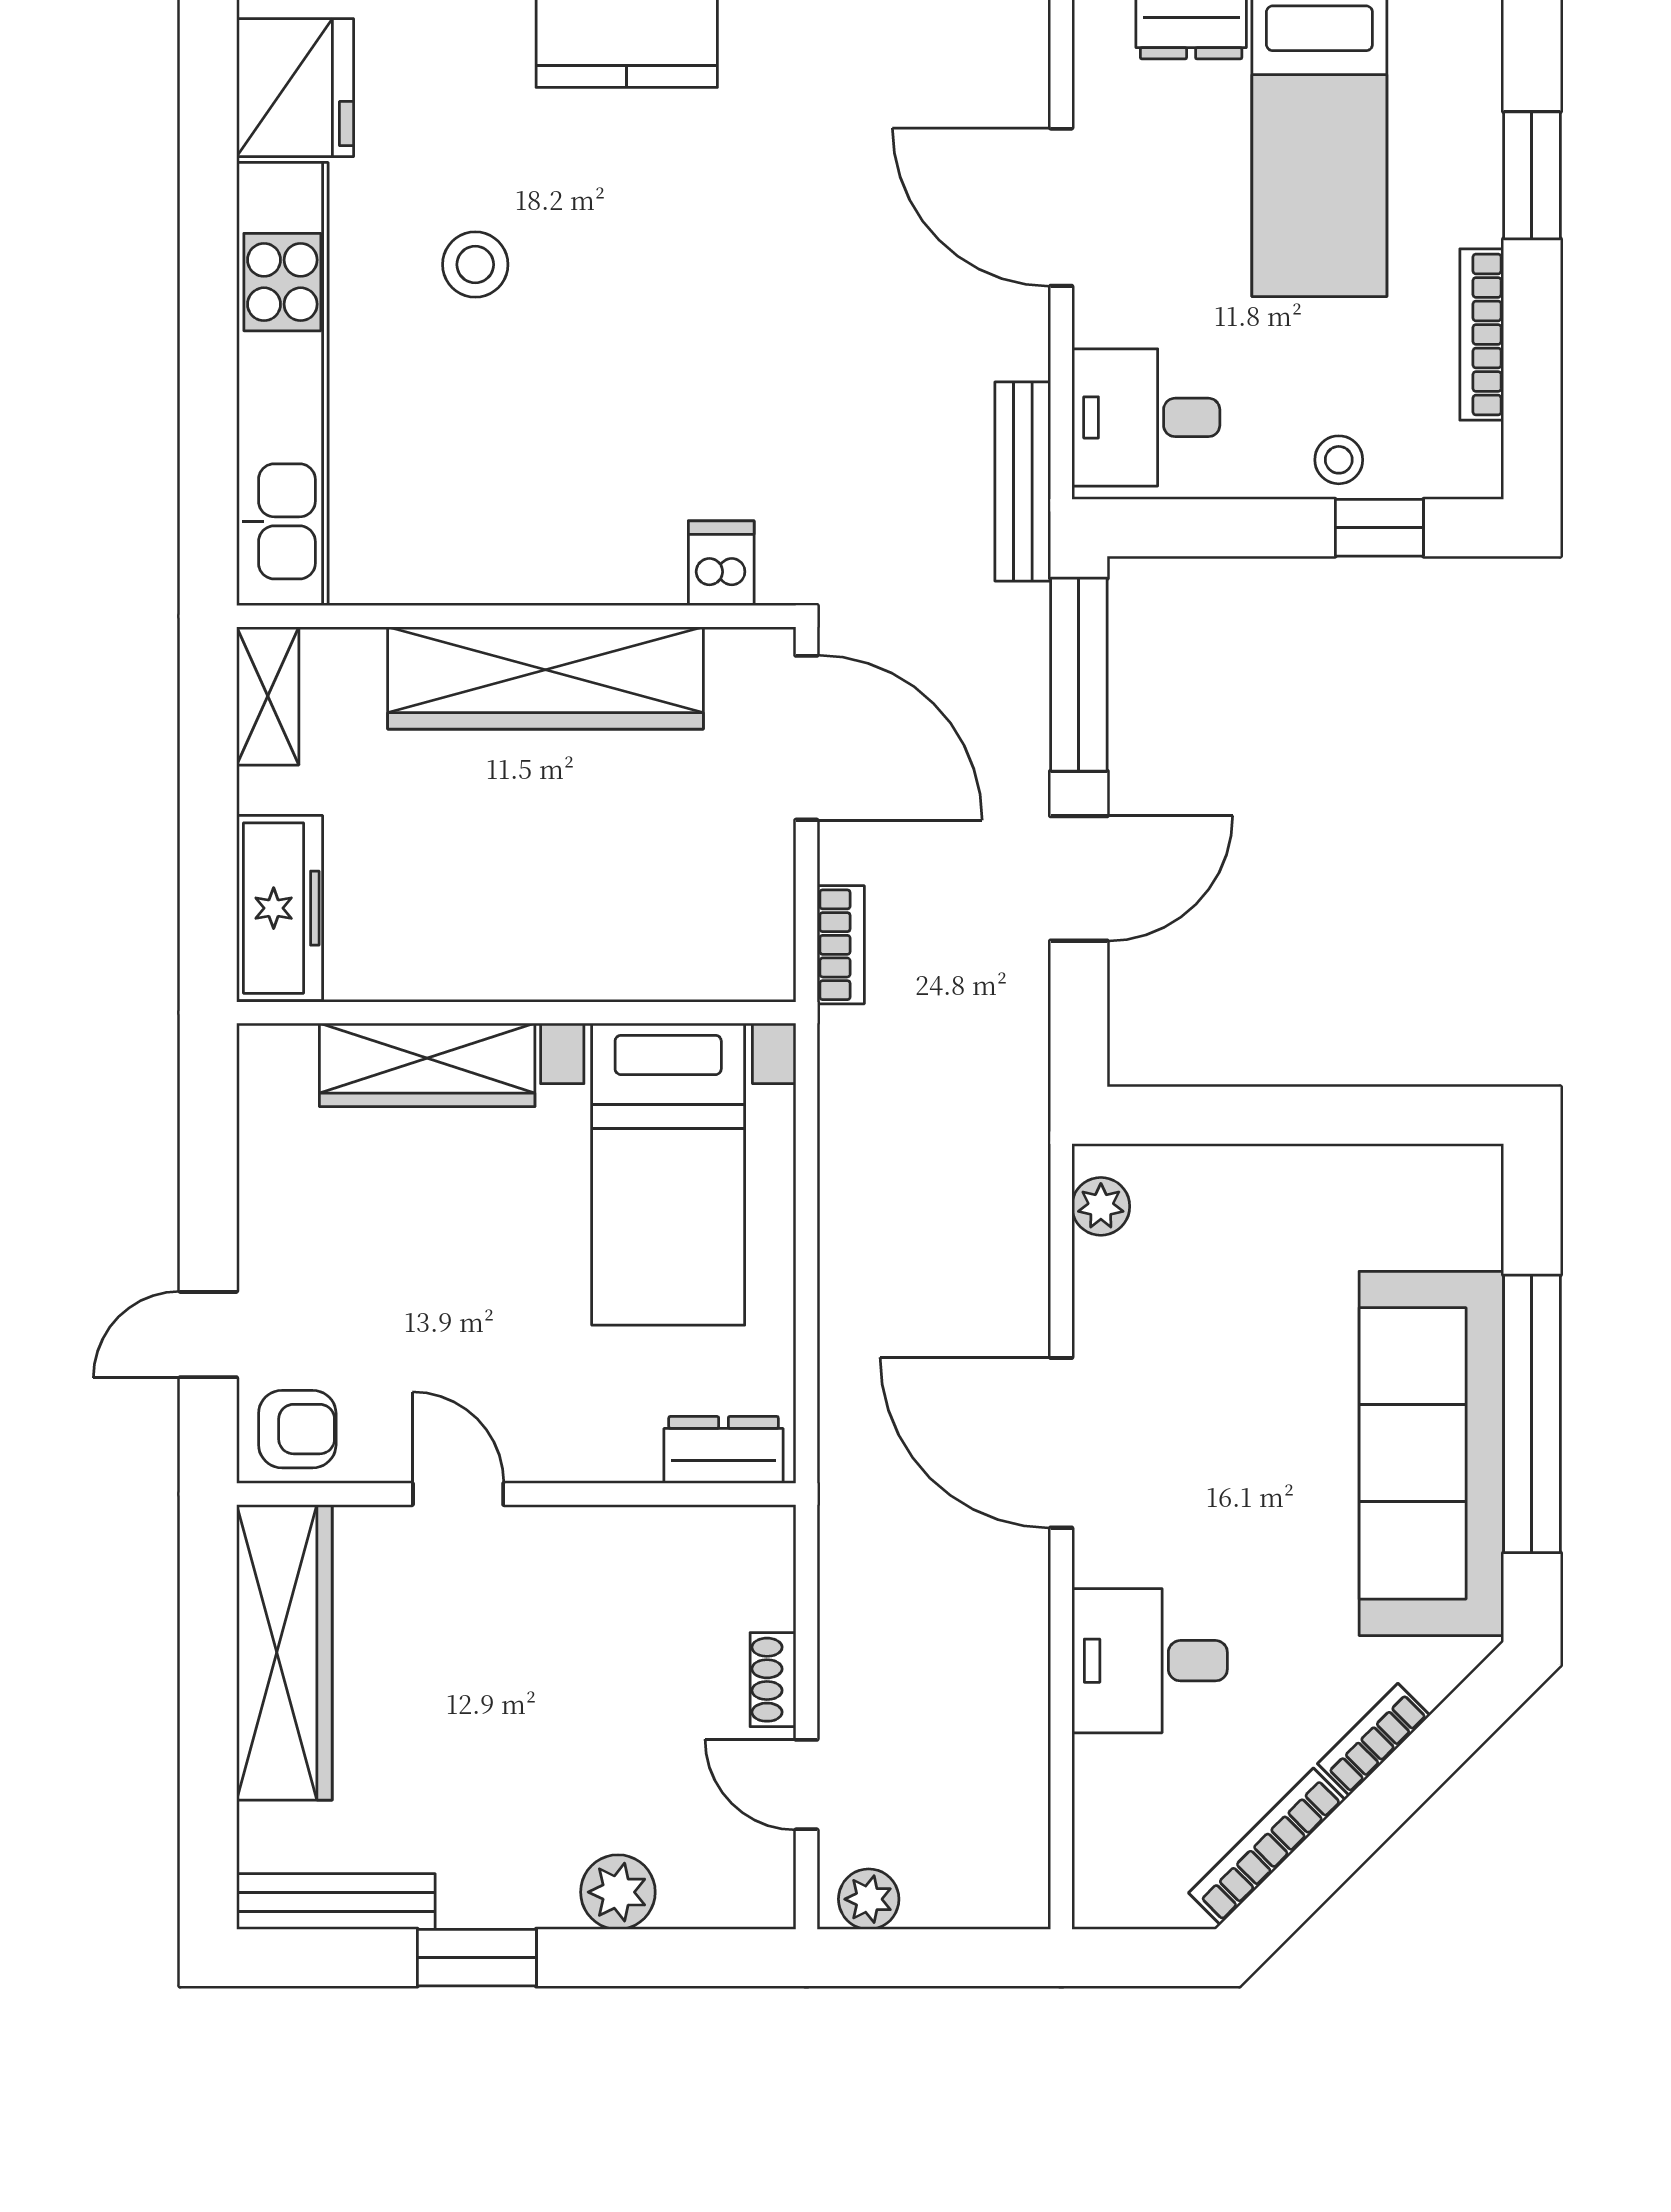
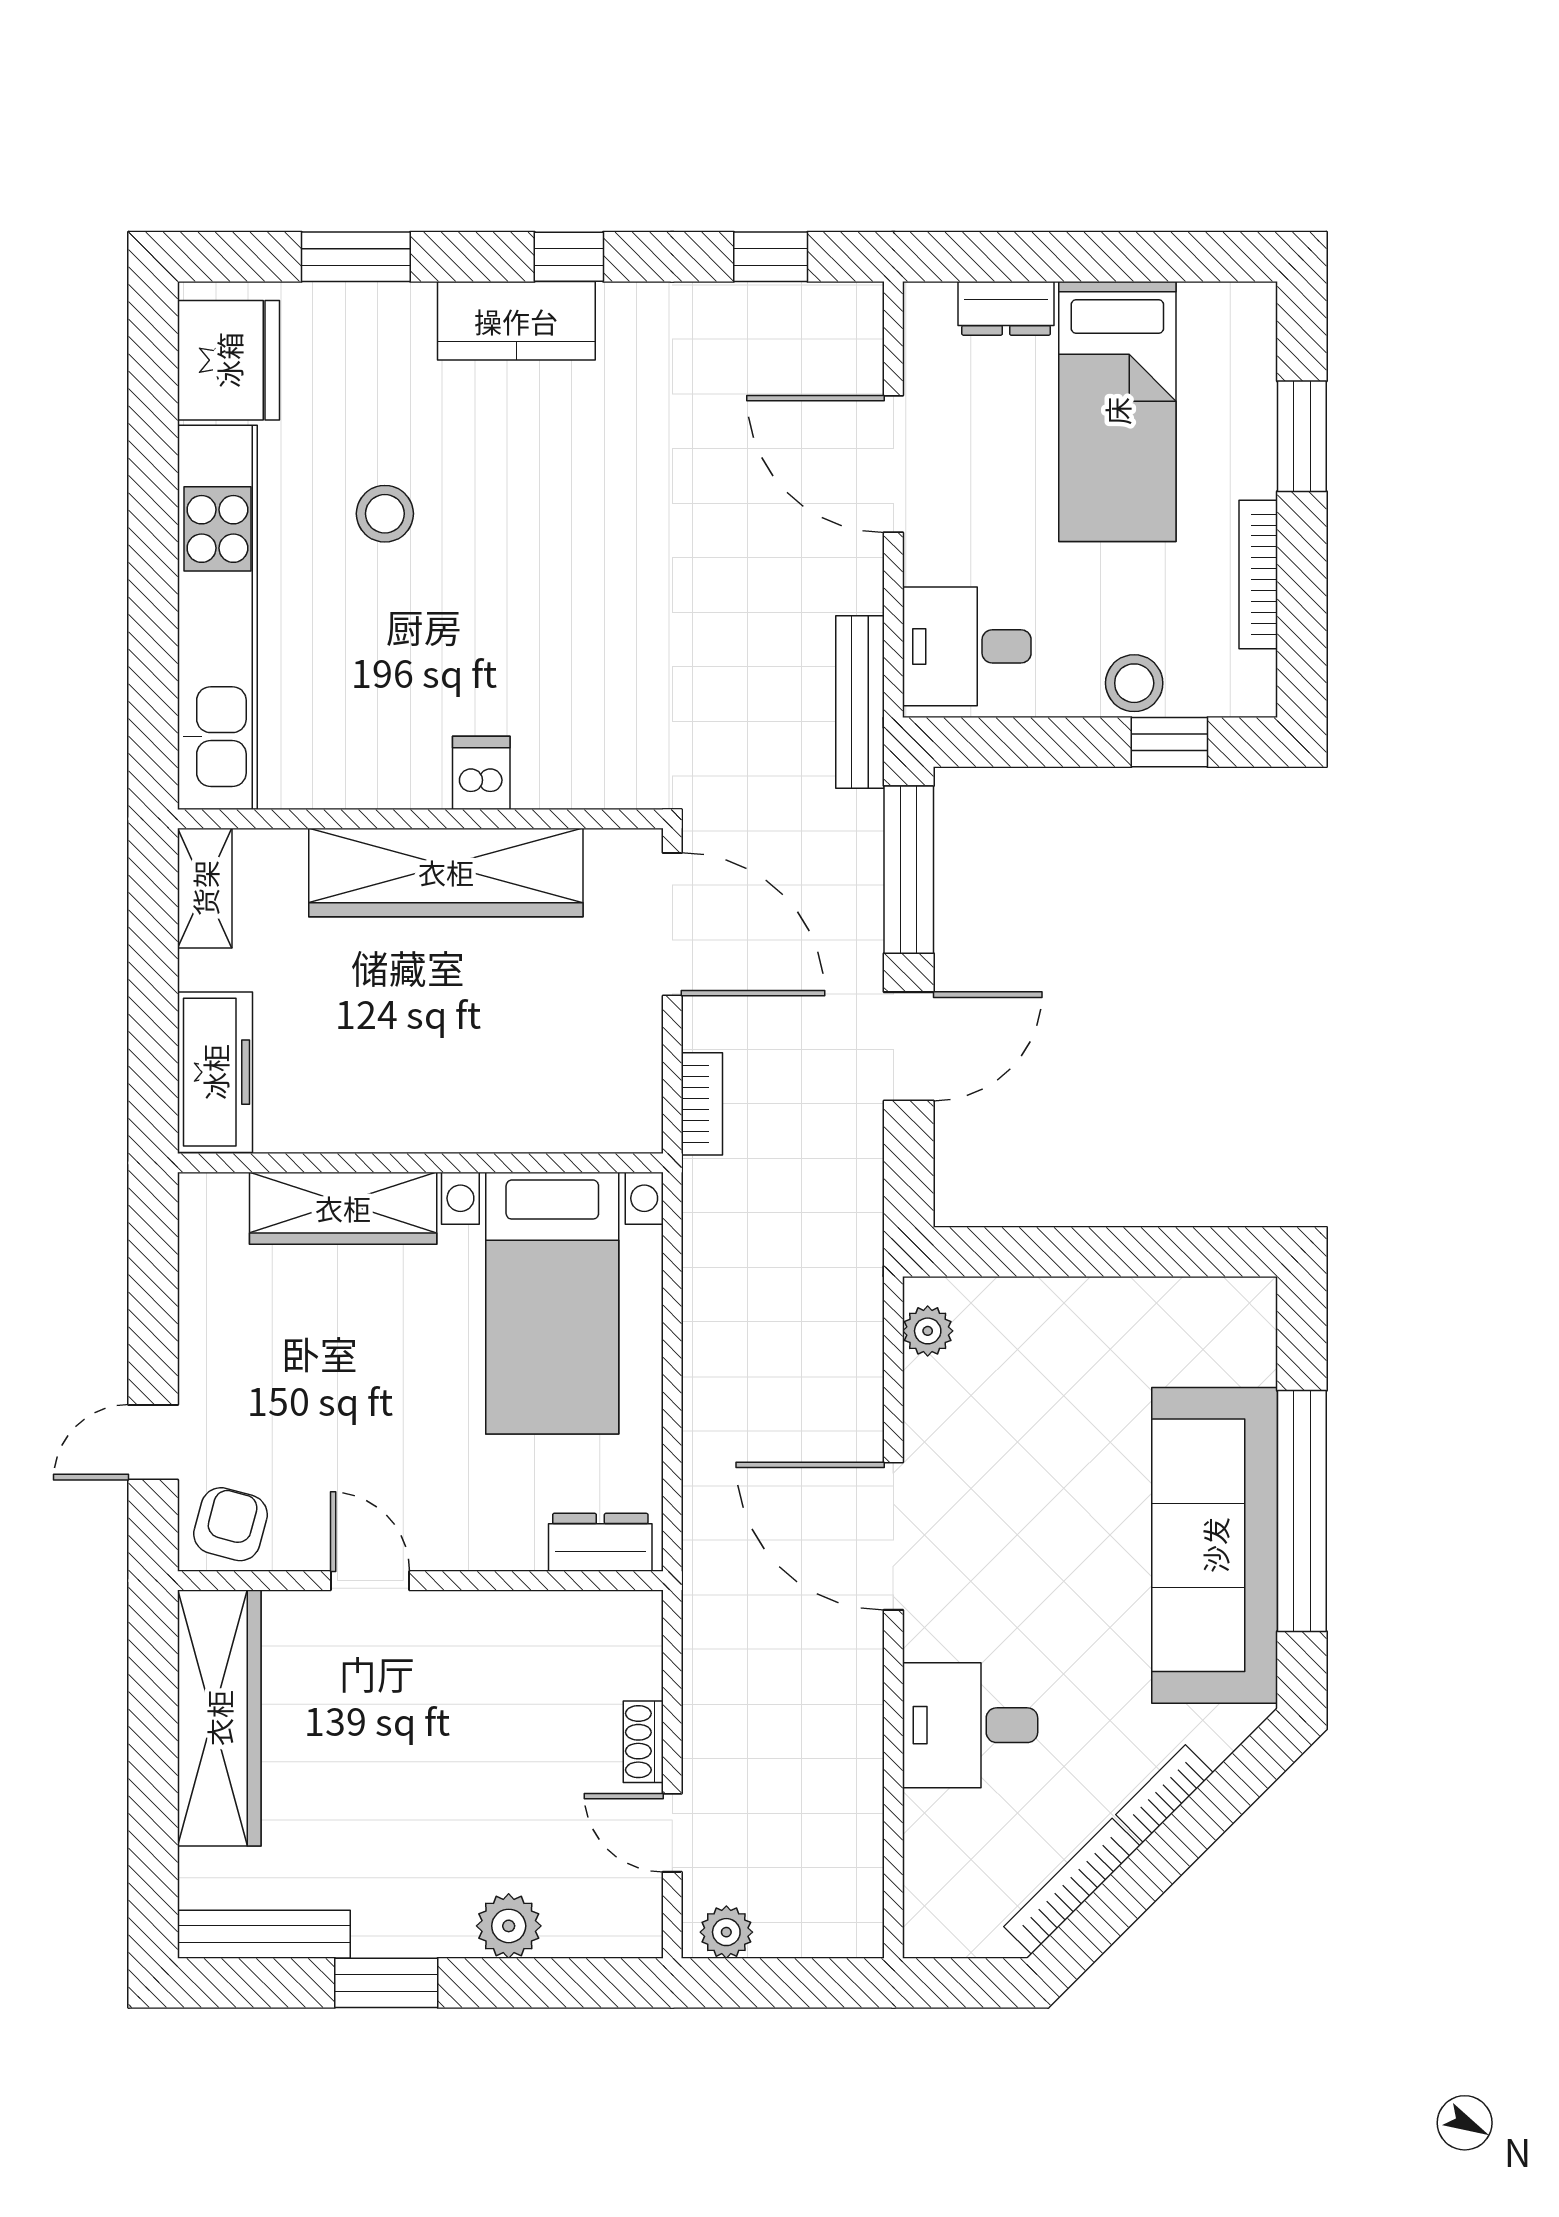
stool: (1339, 460) -> (1134, 683), width x1.37, depth x1.37
dishwasher: (721, 563) -> (481, 773), moved
armchair: (297, 1429) -> (231, 1524), turned -75

